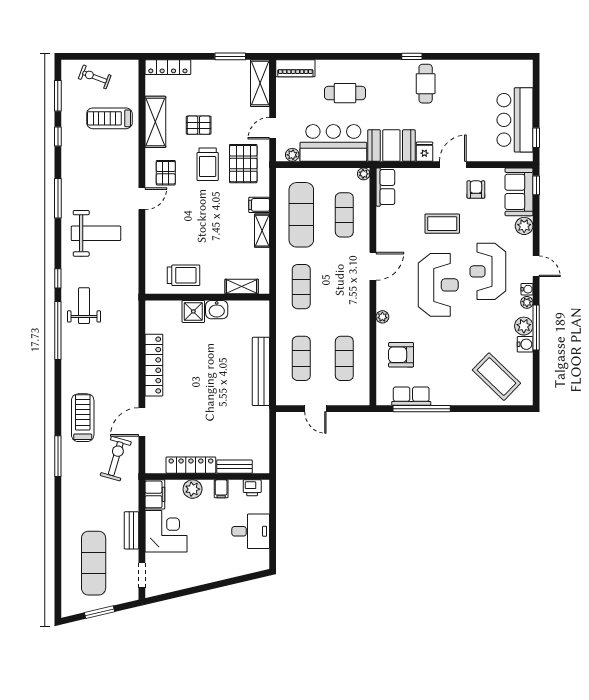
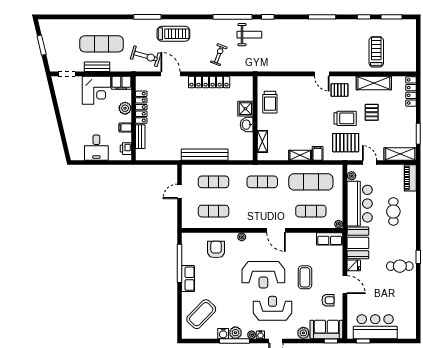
exercise bike: (95, 77) -> (219, 55), moved
trolley: (208, 164) -> (345, 118), turned 180
weight bench: (96, 233) -> (298, 43), removed
row of seats: (411, 396) -> (188, 279), moved
exercise mat: (94, 563) -> (101, 44), moved

